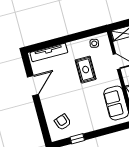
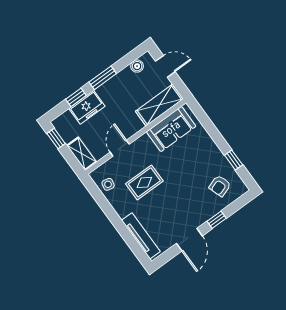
door: (33, 86) -> (189, 240), swing flipped
window: (40, 110) -> (217, 220), added

